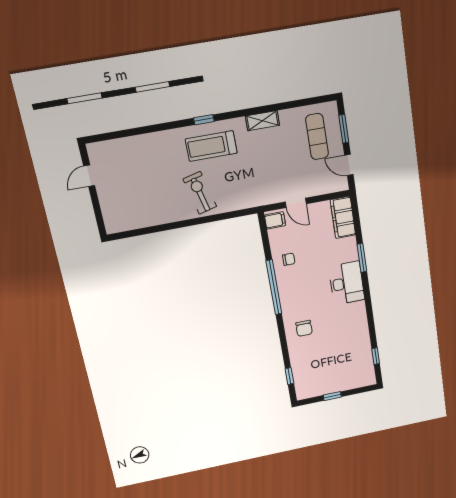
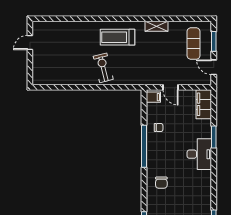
window: (204, 120) -> (116, 19), removed

